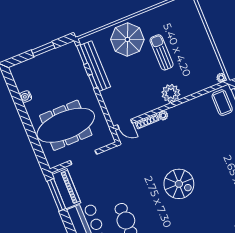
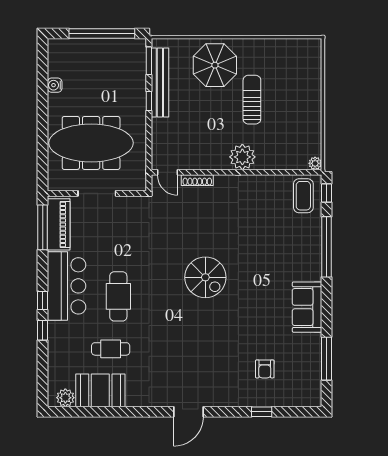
window: (43, 49) -> (102, 34), width x2.11
plant: (163, 116) -> (221, 181), removed

